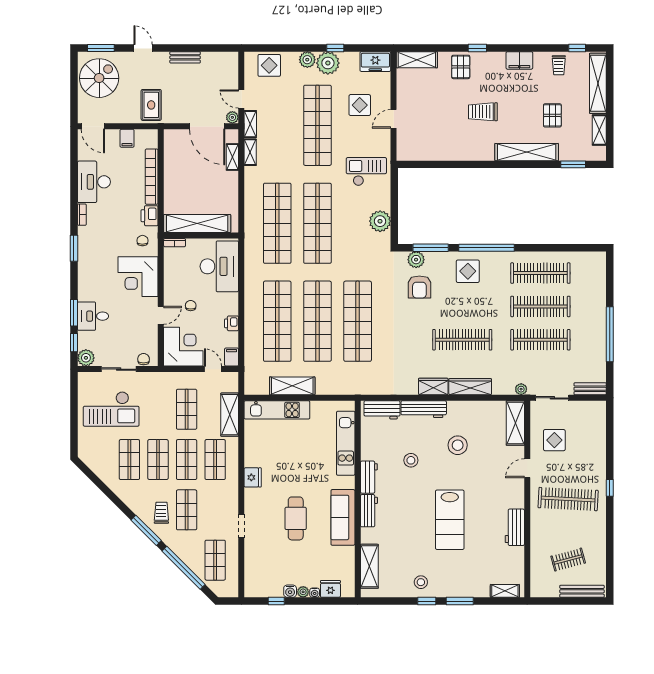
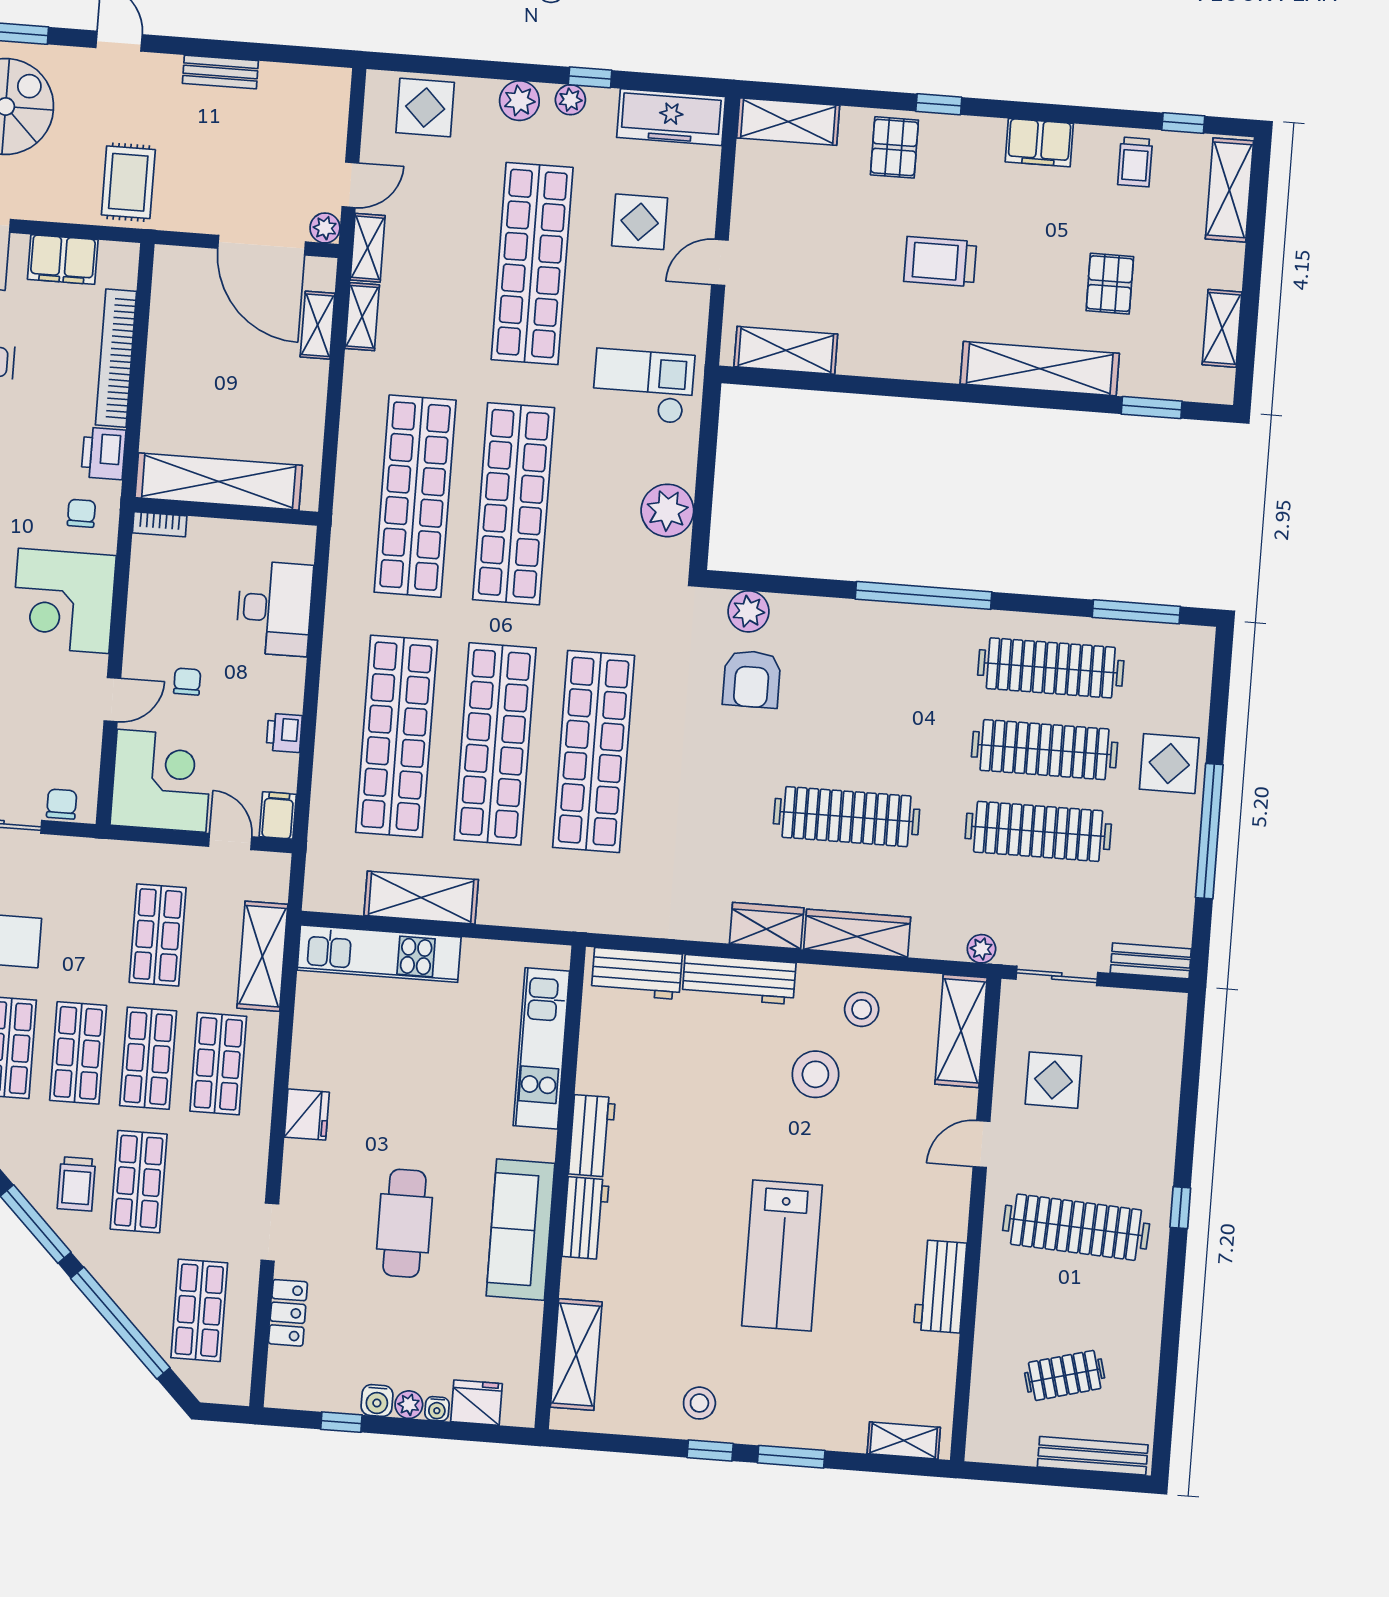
freezer: (375, 62) -> (671, 117), width x1.40
plant: (328, 63) -> (570, 100), width x0.53, depth x0.53
shelving: (598, 83) -> (1229, 190), width x0.68
door: (241, 99) -> (350, 185), swing flipped
filing cabinet: (127, 138) -> (63, 259), width x2.00
shelving: (423, 153) -> (786, 350), added
window: (431, 248) -> (1136, 612), moved
desk: (219, 266) -> (274, 608), width x0.73, depth x0.77
display table: (468, 271) -> (1169, 764), moved
stool: (411, 460) -> (862, 1009), moved
trolley: (161, 513) -> (76, 1184), turned 180
locker: (251, 558) -> (288, 1313), added

